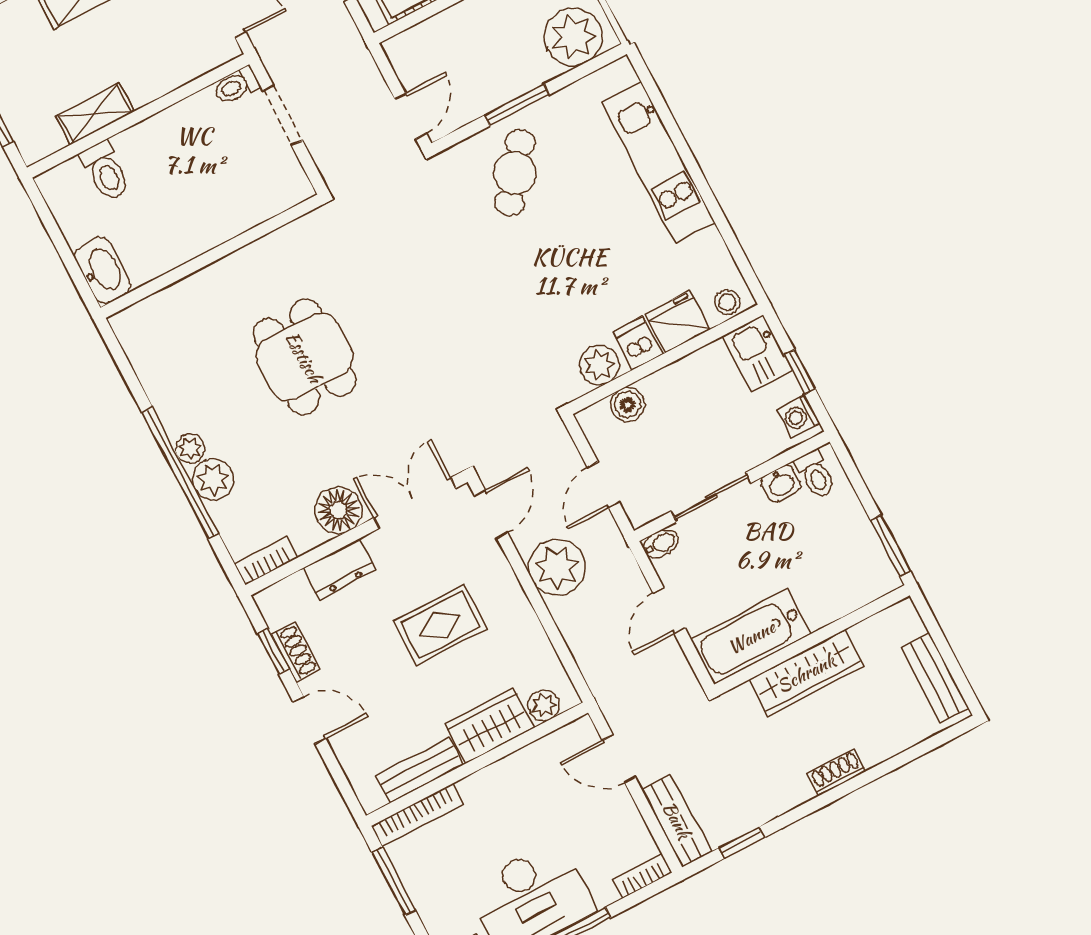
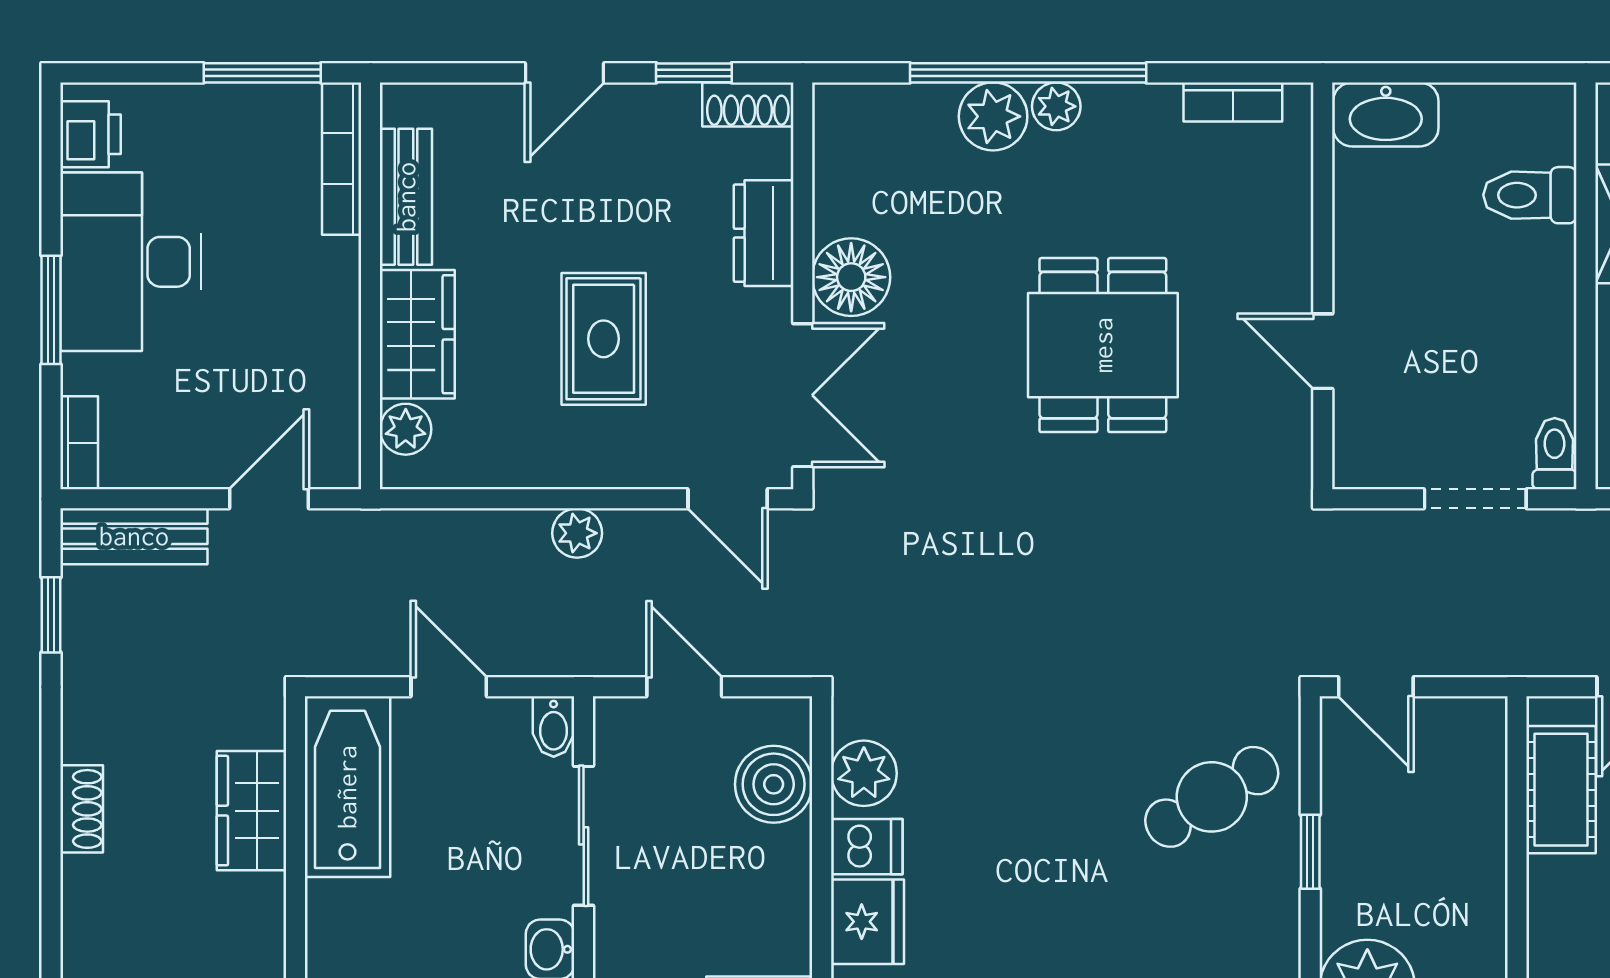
window: (517, 105) -> (1310, 852), width x0.67
cafe table: (515, 173) -> (1212, 797), turned -69
door: (246, 238) -> (1323, 351), added
dining table: (304, 357) -> (1103, 345), turned 90
boiler: (628, 405) -> (774, 784), width x1.36, depth x1.36
bookcase: (266, 561) -> (1233, 102), moved, turned 90
plant: (557, 567) -> (577, 533), width x0.53, depth x0.53
shoe rack: (295, 652) -> (748, 104), moved
wardrobe: (806, 673) -> (251, 811), width x0.67

